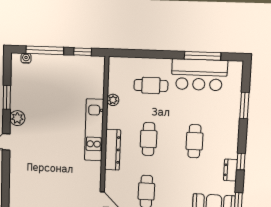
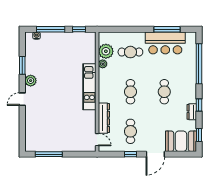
plant: (118, 83) -> (106, 51), added
window: (244, 105) -> (199, 64), width x2.11
dresser: (113, 150) -> (104, 118), moved

